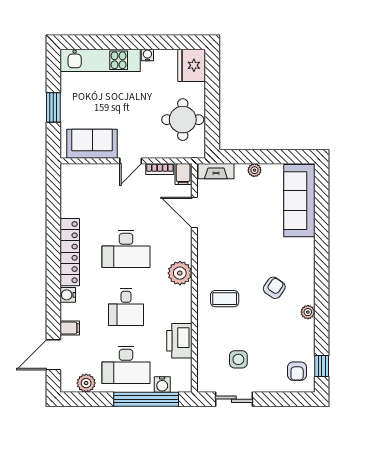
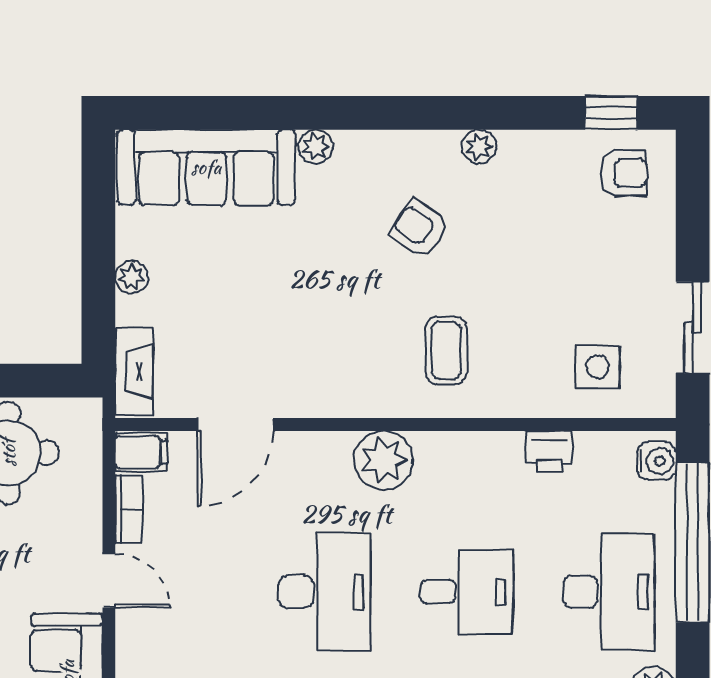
plant: (308, 245) -> (316, 147), added
printer: (179, 341) -> (549, 451), width x0.53, depth x0.68
side table: (238, 359) -> (598, 367), moved
water cooler: (162, 384) -> (657, 461), moved

